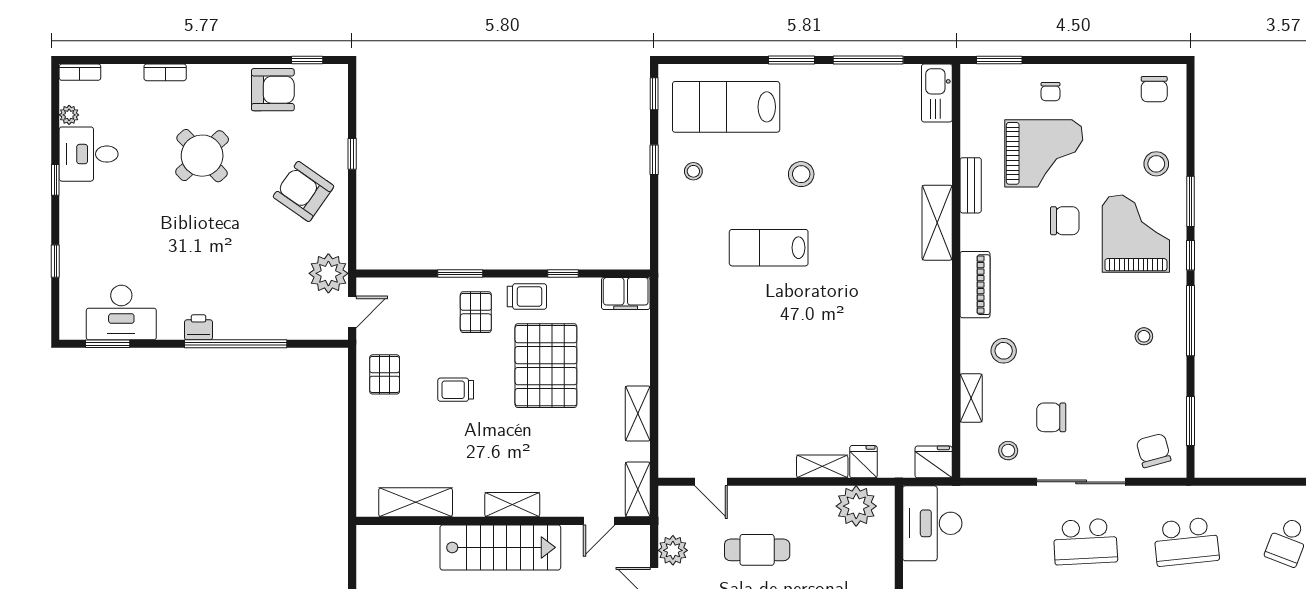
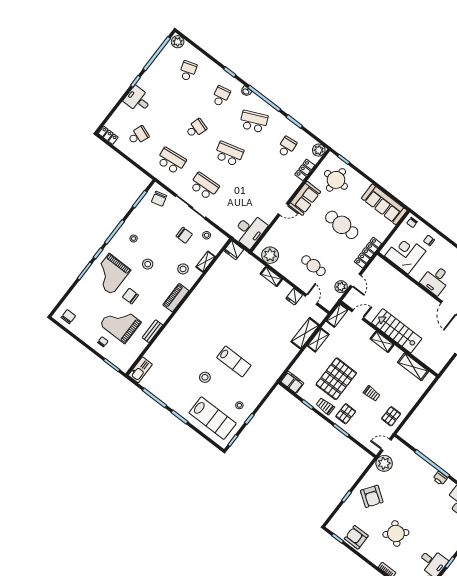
stool: (1156, 164) -> (148, 264), moved
shelving: (937, 223) -> (305, 333), moved
fridge: (863, 462) -> (294, 297), moved

